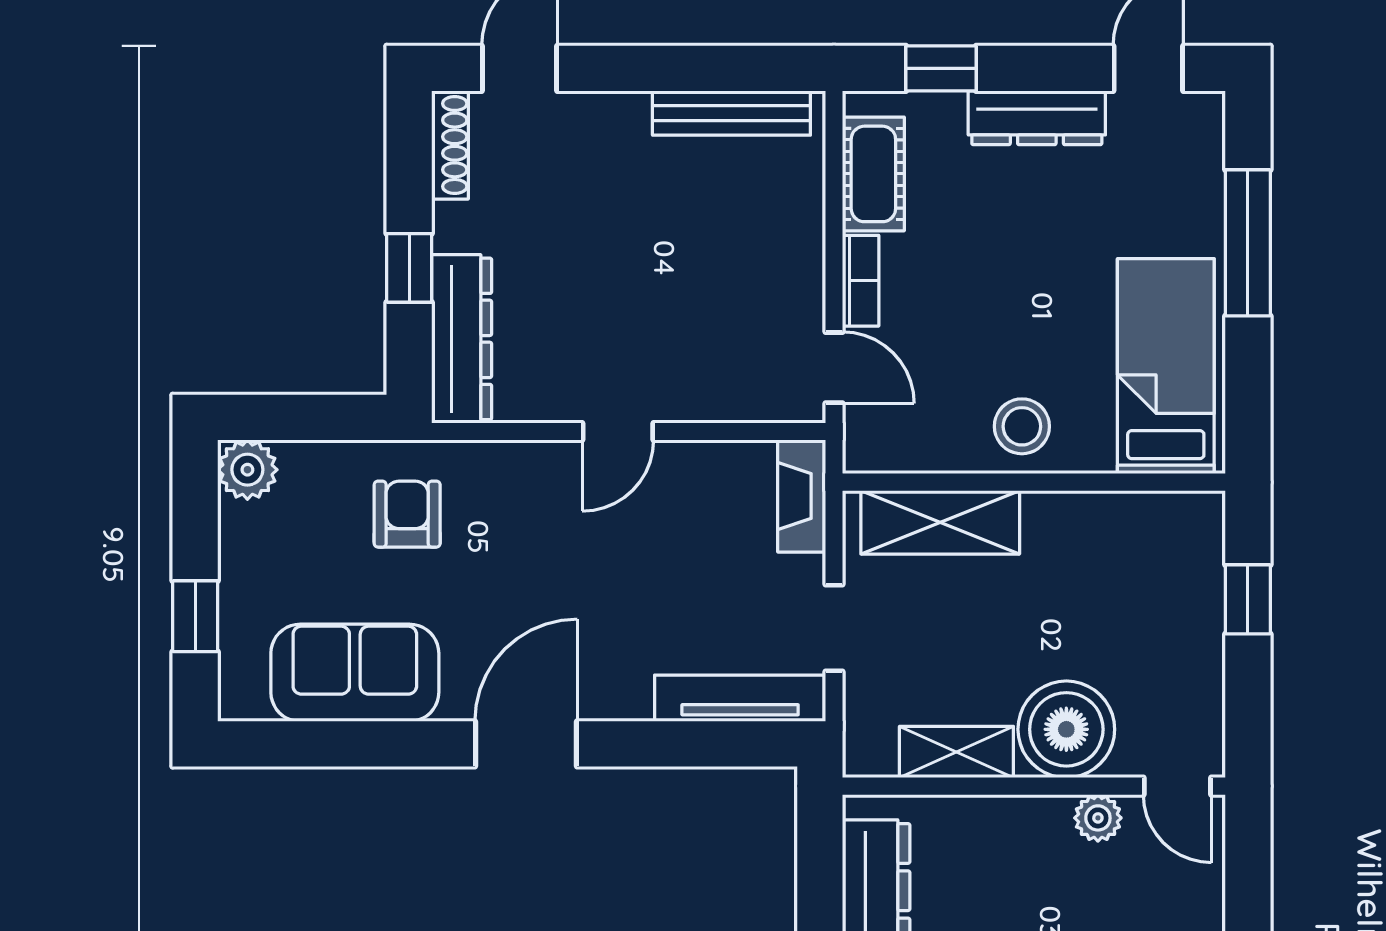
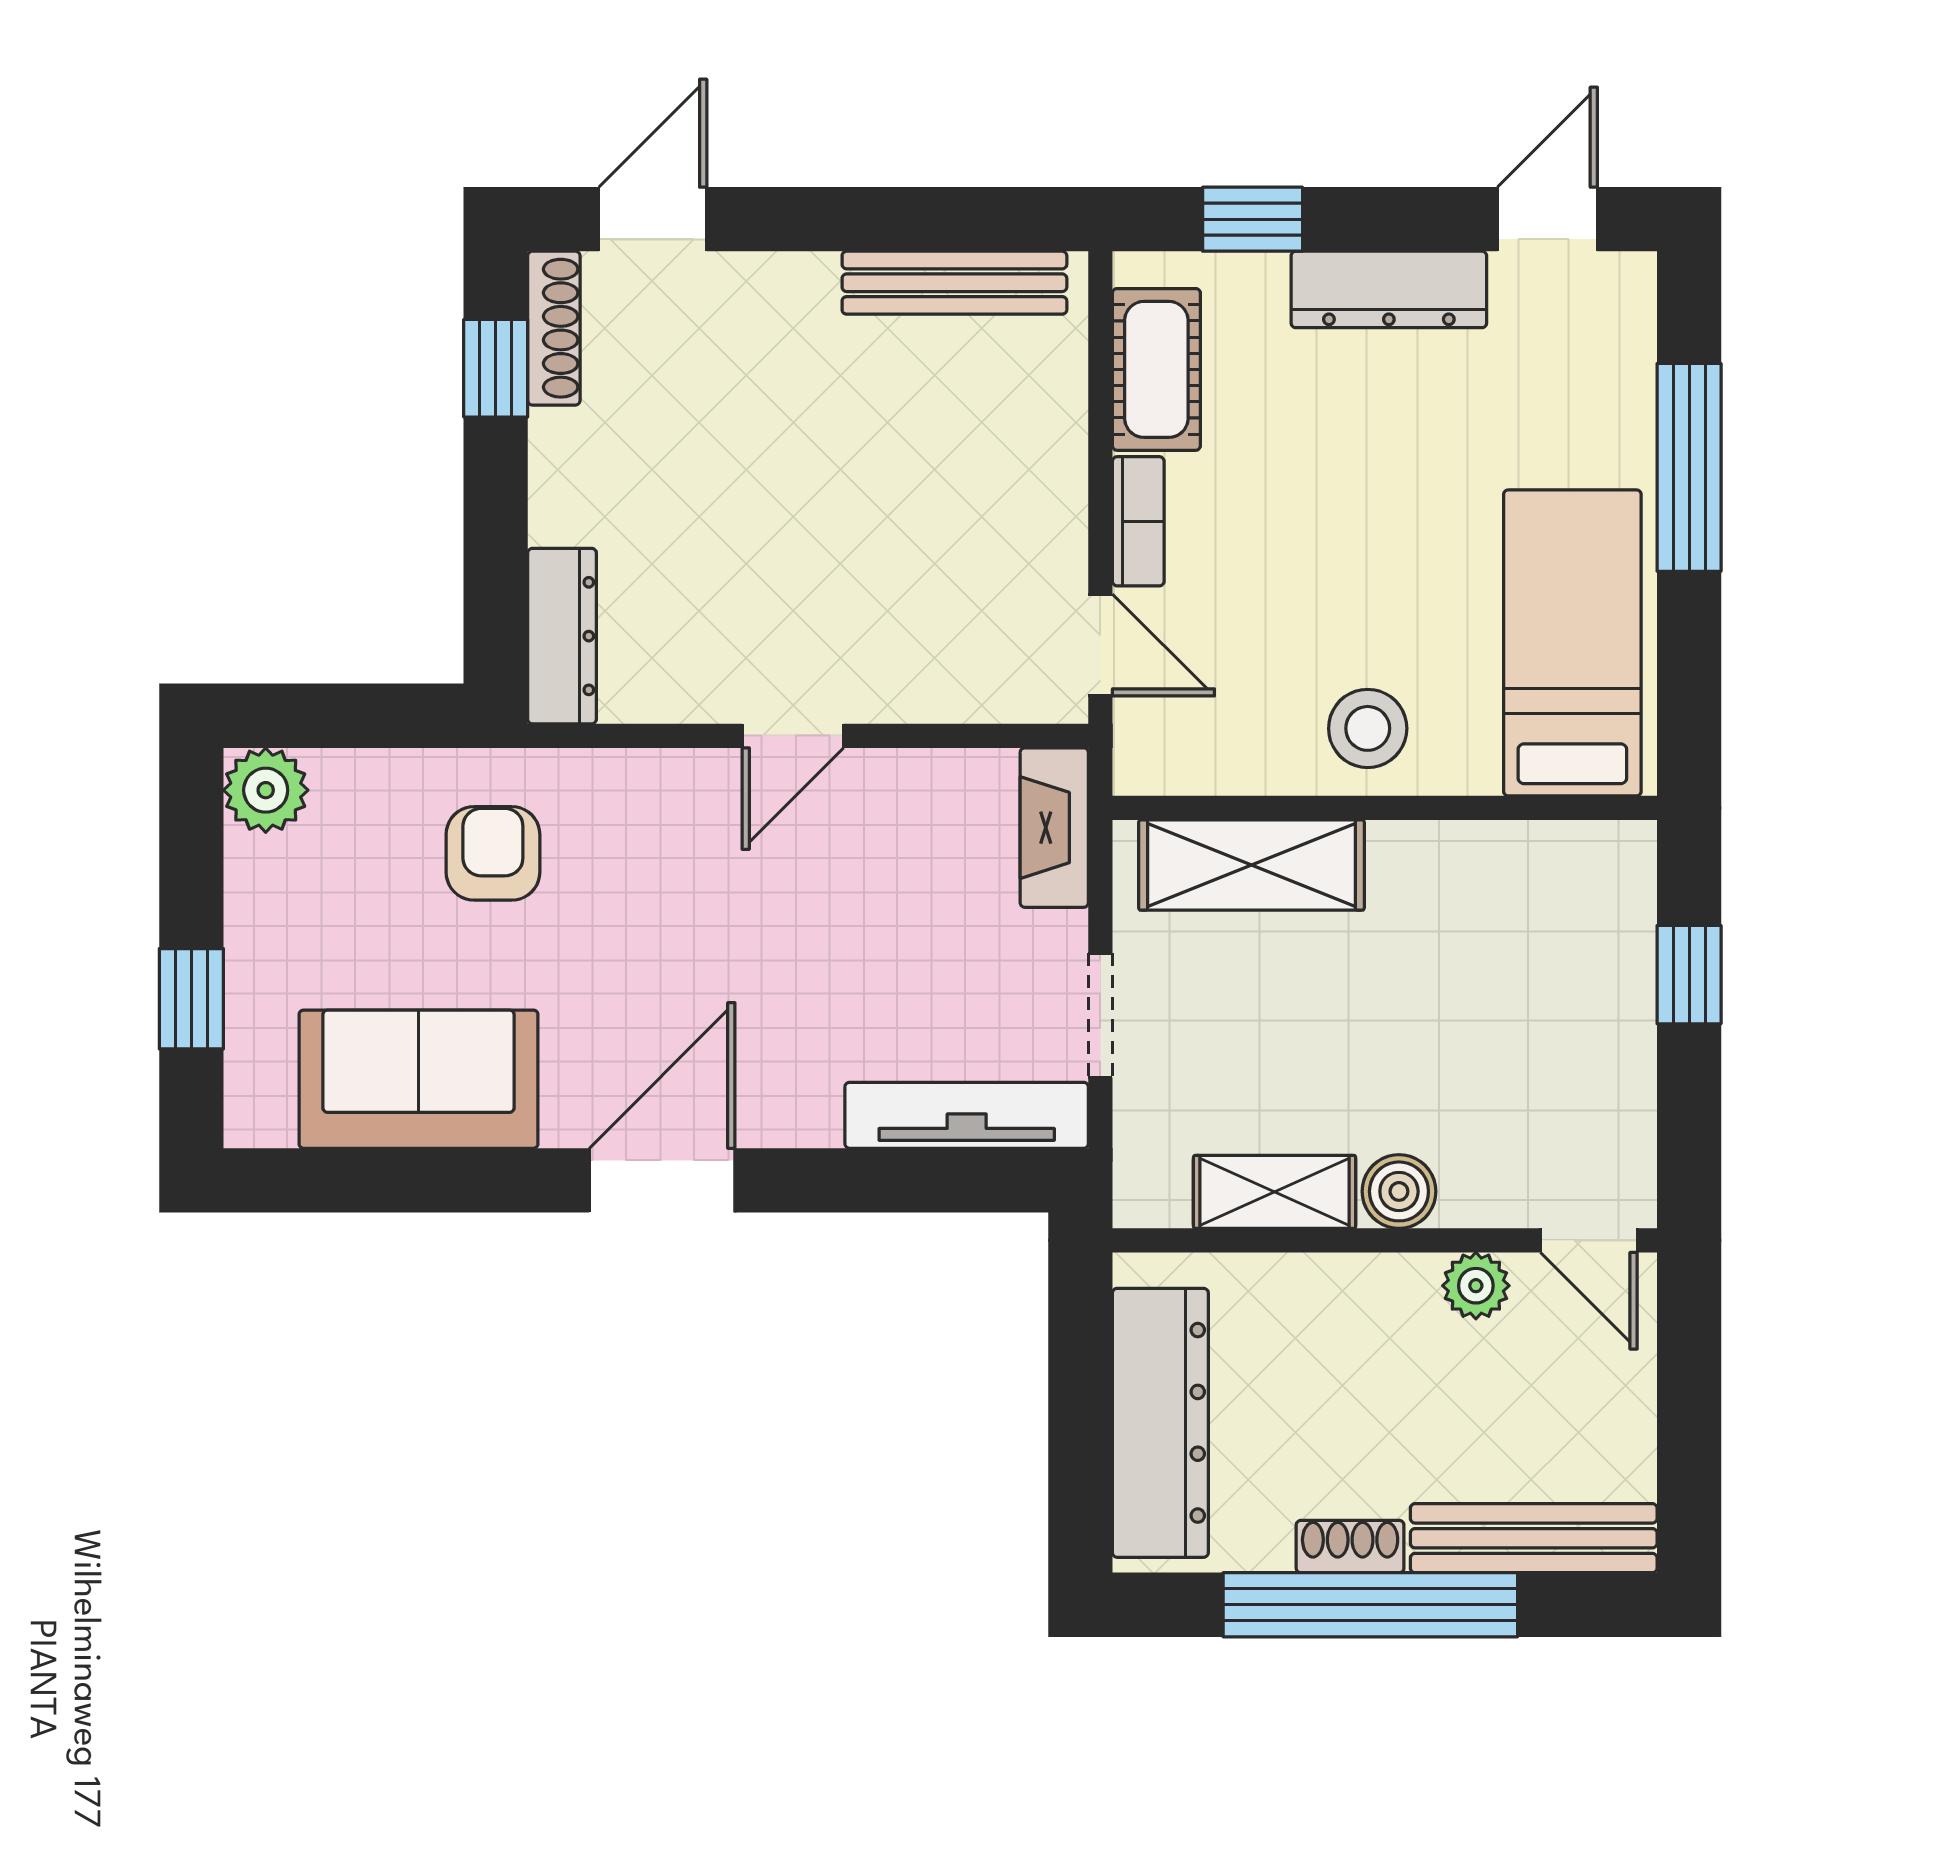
window: (409, 268) -> (496, 368), moved
dresser: (462, 339) -> (562, 636), width x0.73, depth x0.80
boiler: (1066, 729) -> (1399, 1191), width x0.54, depth x0.54

